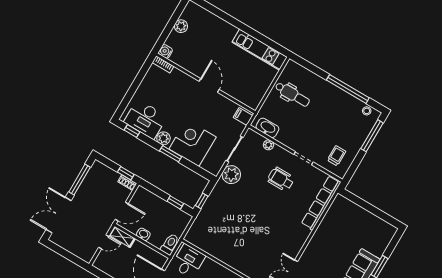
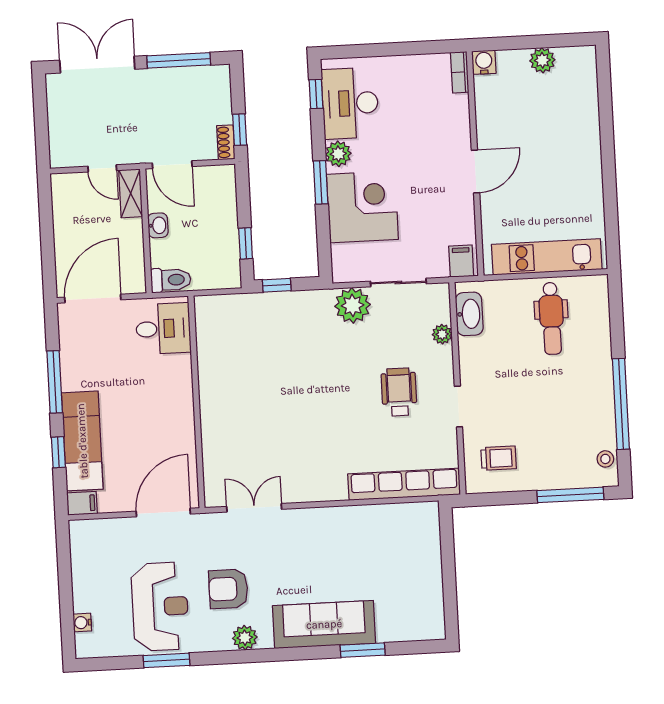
kitchen unit: (260, 50) -> (547, 257), moved, turned 90

